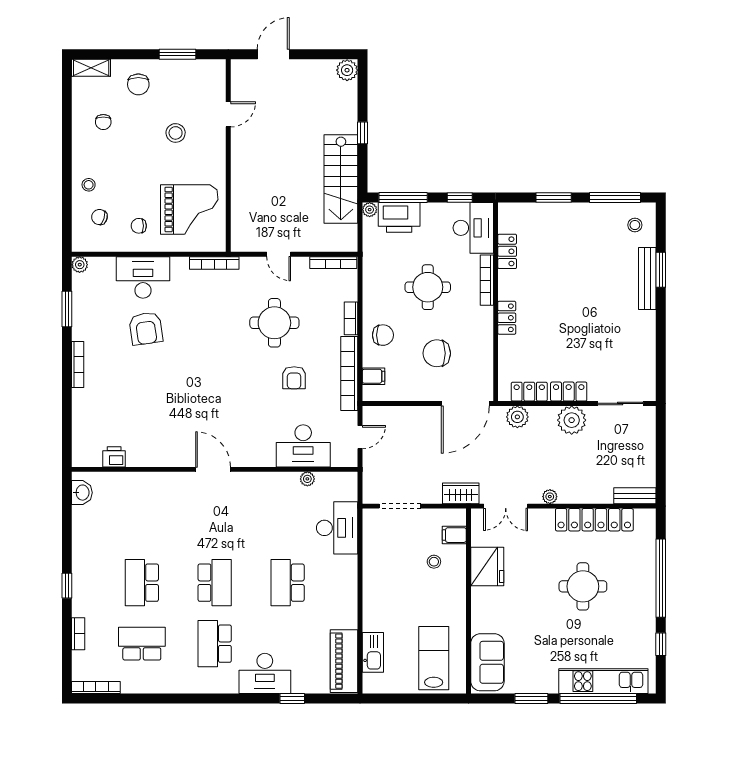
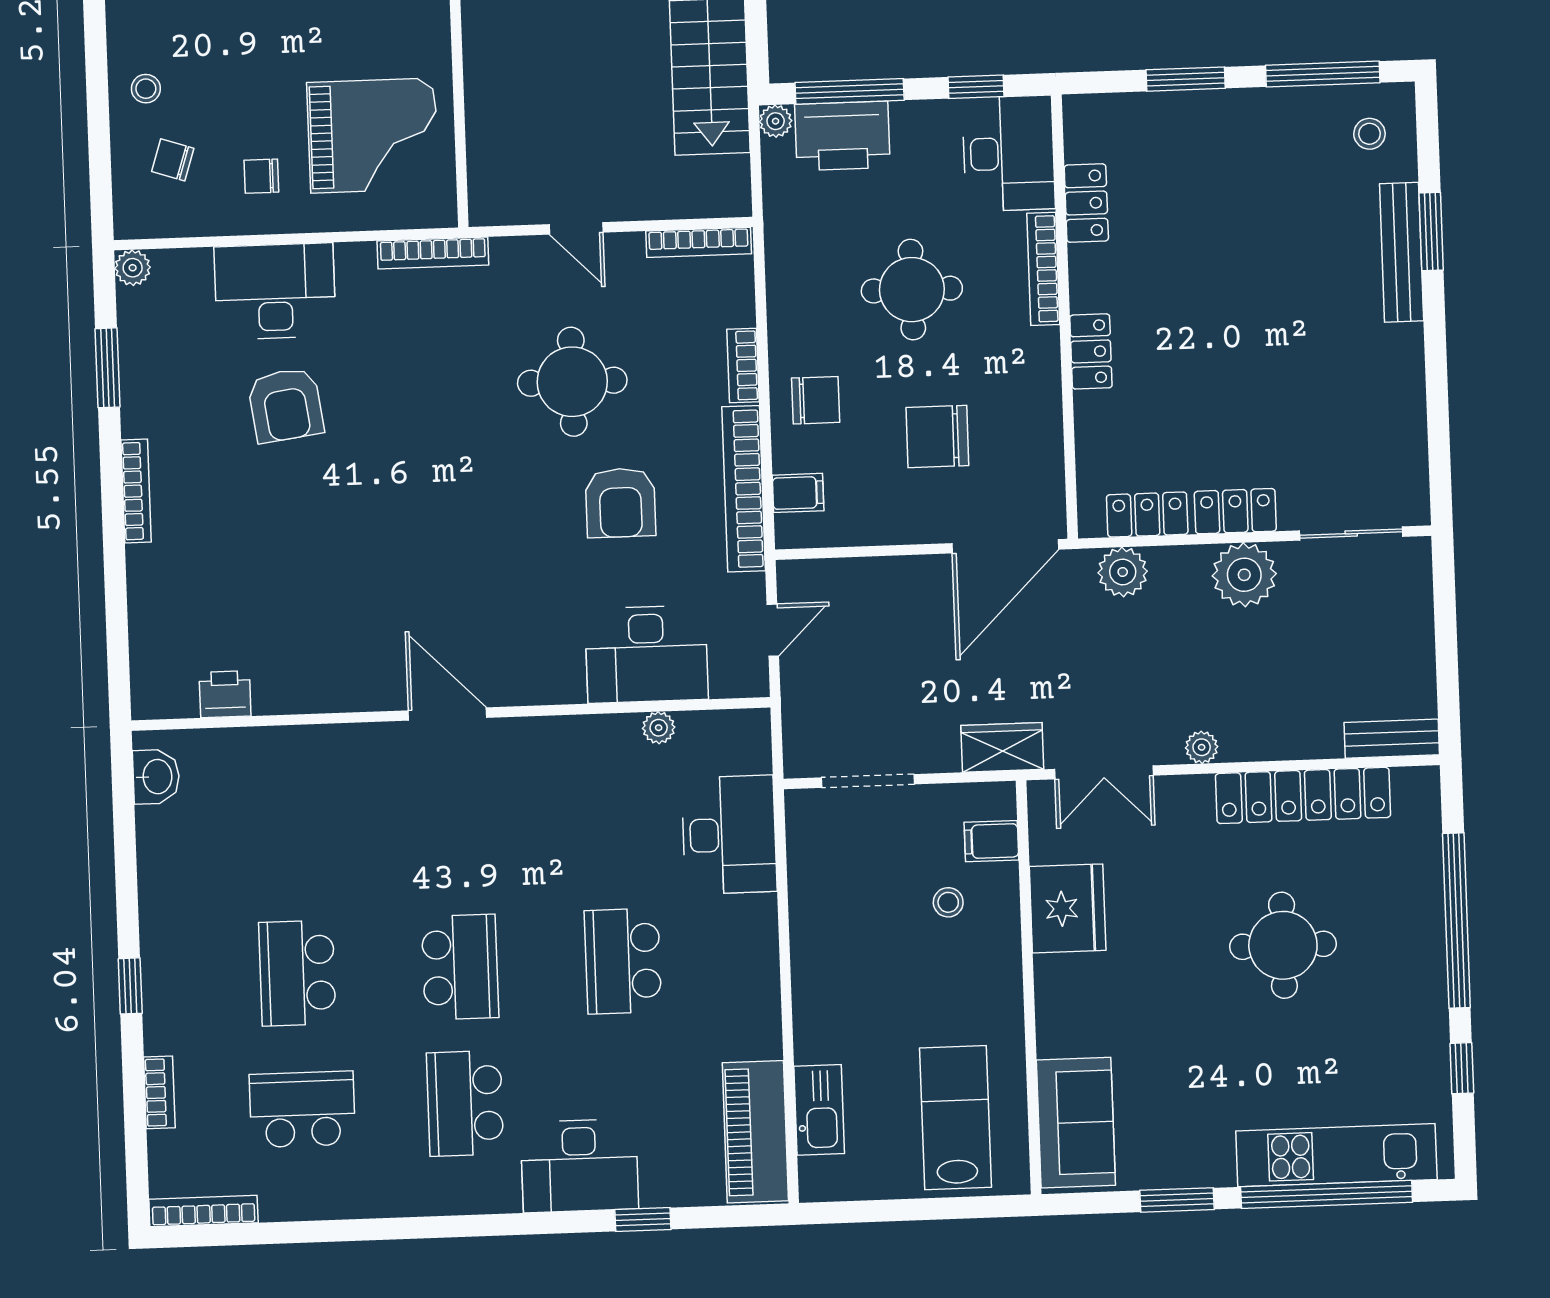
armchair: (294, 378) -> (621, 503), width x1.38, depth x1.38

